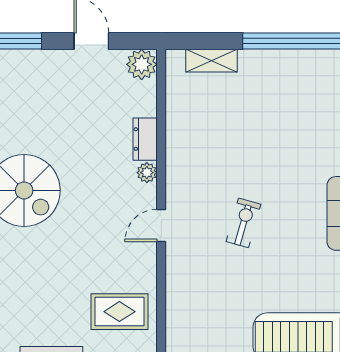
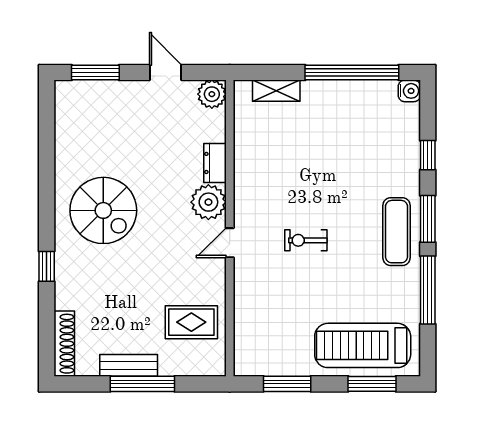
plant: (147, 173) -> (208, 202), width x1.88, depth x1.88
exercise bike: (244, 223) -> (306, 240), turned -106

